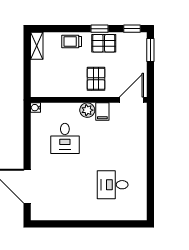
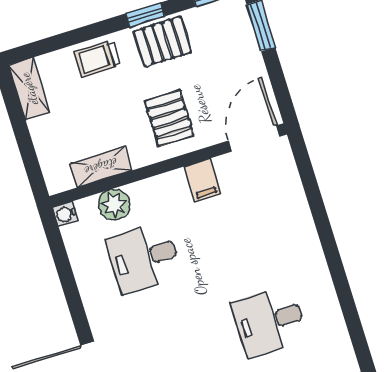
shelving: (58, 91) -> (101, 167), added
plant: (87, 110) -> (114, 205), moved
desk: (65, 138) -> (144, 258), turned 90

